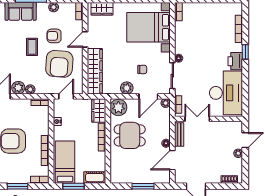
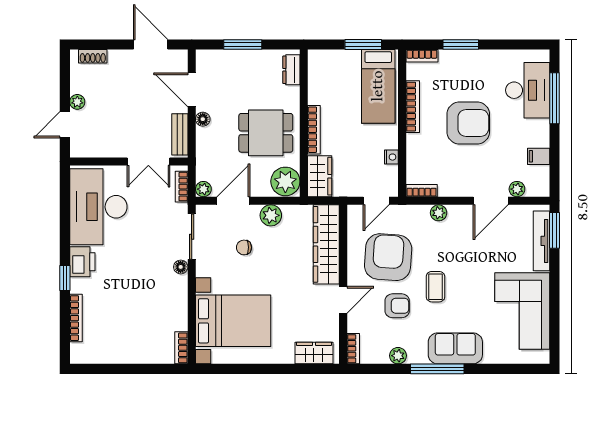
plant: (18, 88) -> (459, 216), removed
door: (172, 160) -> (192, 90), swing flipped
dresser: (115, 172) -> (291, 70), added
cot: (95, 178) -> (327, 60), removed

